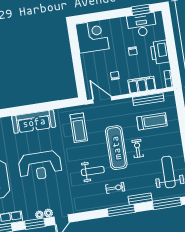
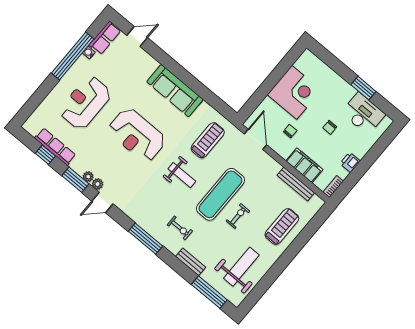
window: (141, 10) -> (363, 88), moved
corner desk: (92, 36) -> (294, 92), moved
printer: (160, 52) -> (350, 162), width x0.53, depth x0.68
treadmill: (152, 121) -> (282, 226), moved, turned -90
treadmill: (79, 128) -> (208, 140), turned 180
weight bench: (93, 171) -> (182, 175), moved
window: (121, 210) -> (146, 239), moved

